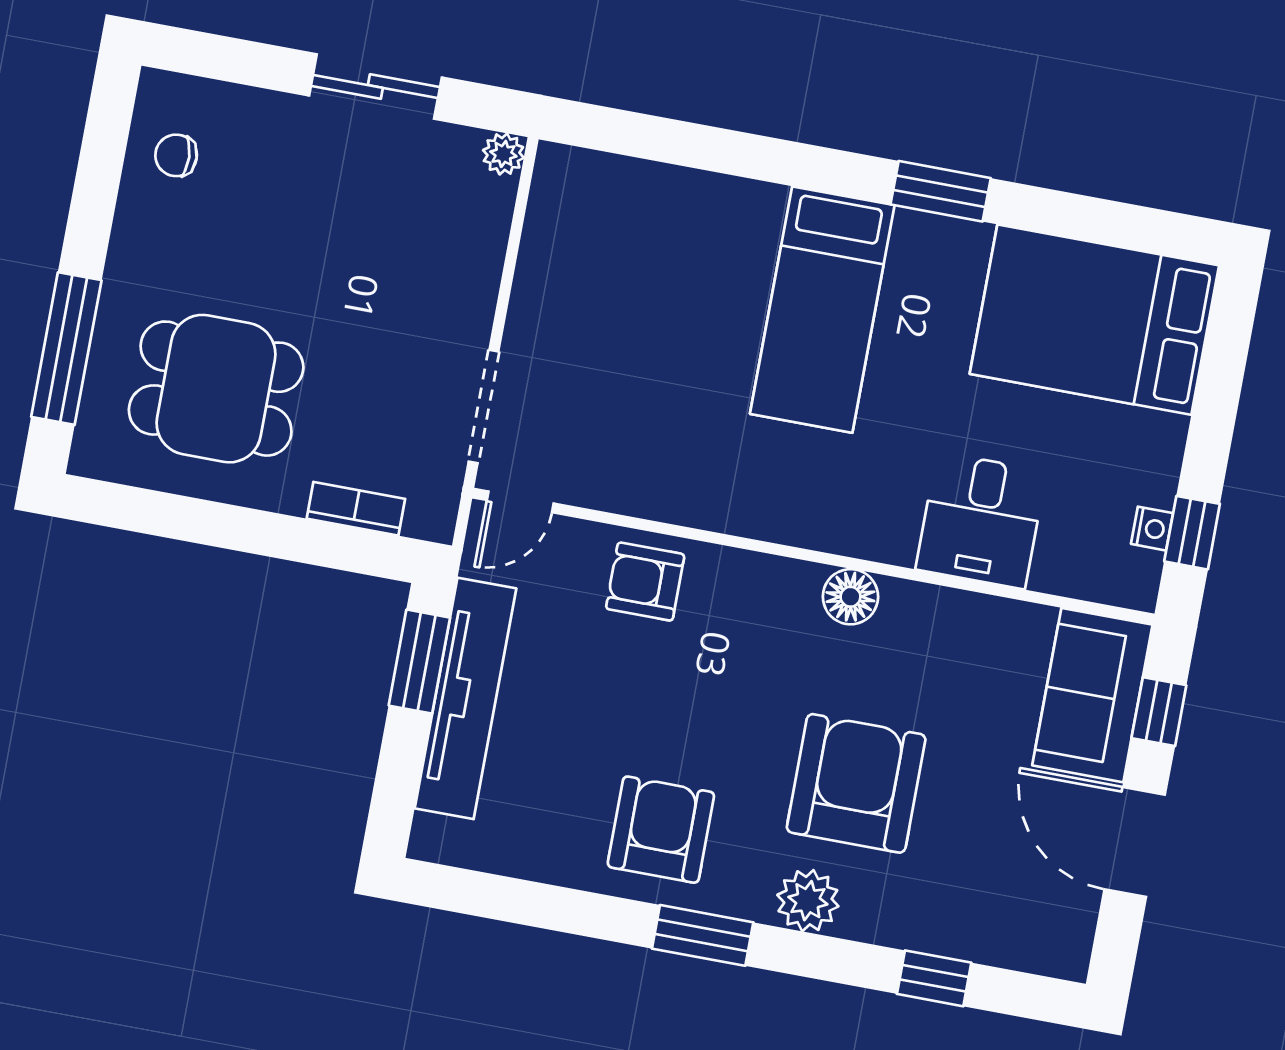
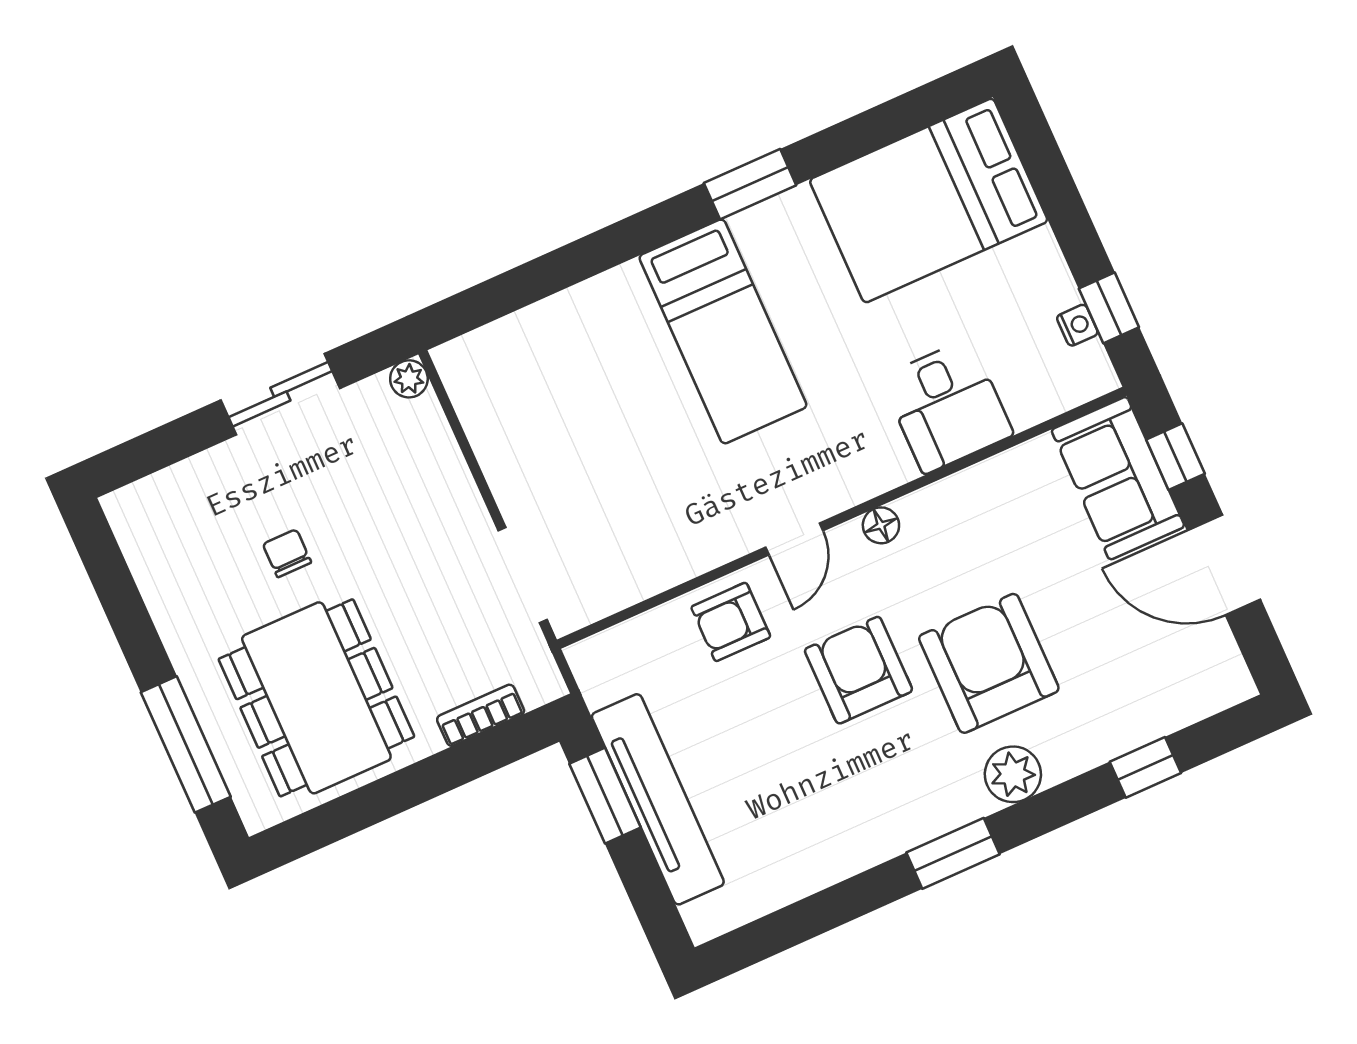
chair: (176, 155) -> (287, 553), moved, turned 93
dining table: (216, 389) -> (316, 698), width x1.38
door: (520, 502) -> (794, 539), moved
floor lamp: (850, 597) -> (881, 525), width x0.73, depth x0.73
armchair: (661, 830) -> (858, 670), moved

